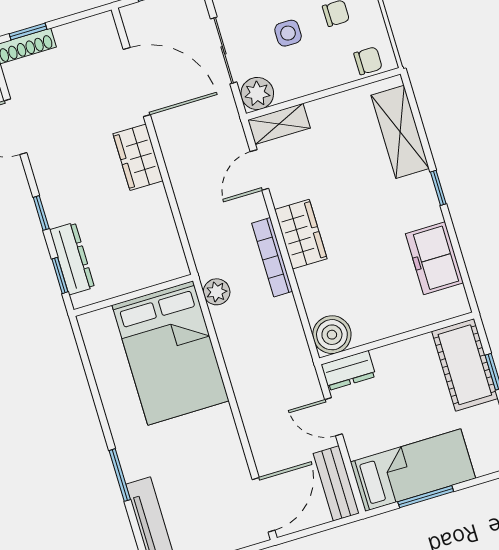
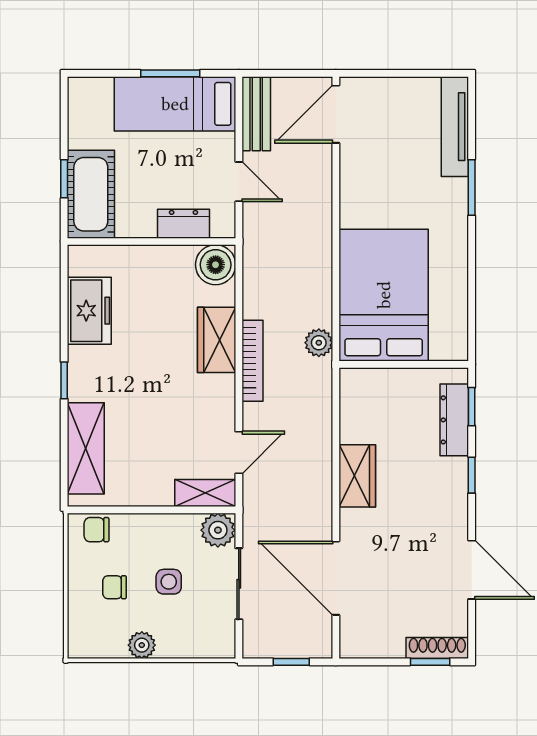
wardrobe: (138, 157) -> (357, 476), moved
wardrobe: (301, 234) -> (217, 340), moved
dresser: (348, 370) -> (183, 224), moved

